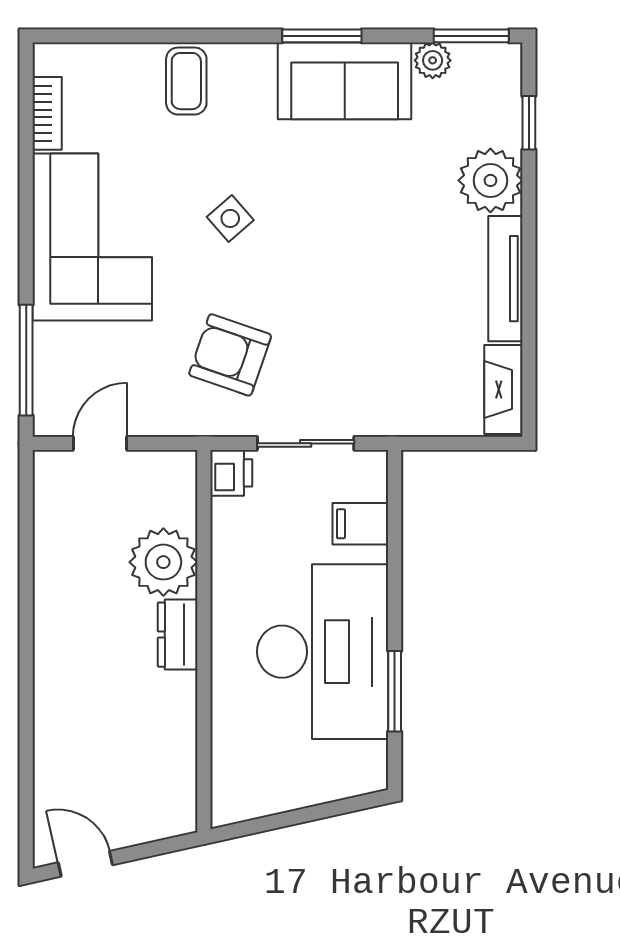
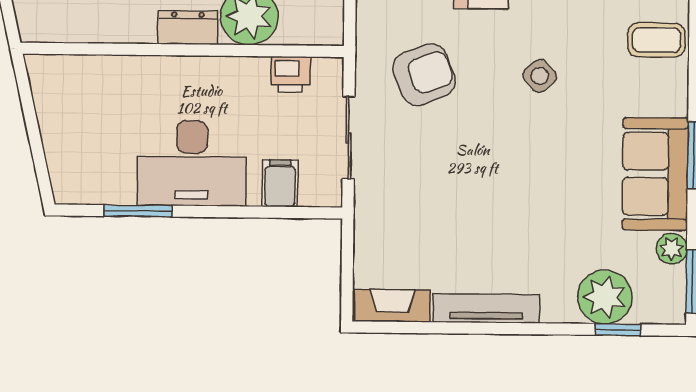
plant: (490, 180) -> (605, 297), moved
armchair: (230, 355) -> (424, 75), turned 50
printer: (231, 473) -> (290, 74), moved
desk: (323, 652) -> (192, 163), width x0.73, depth x0.77

